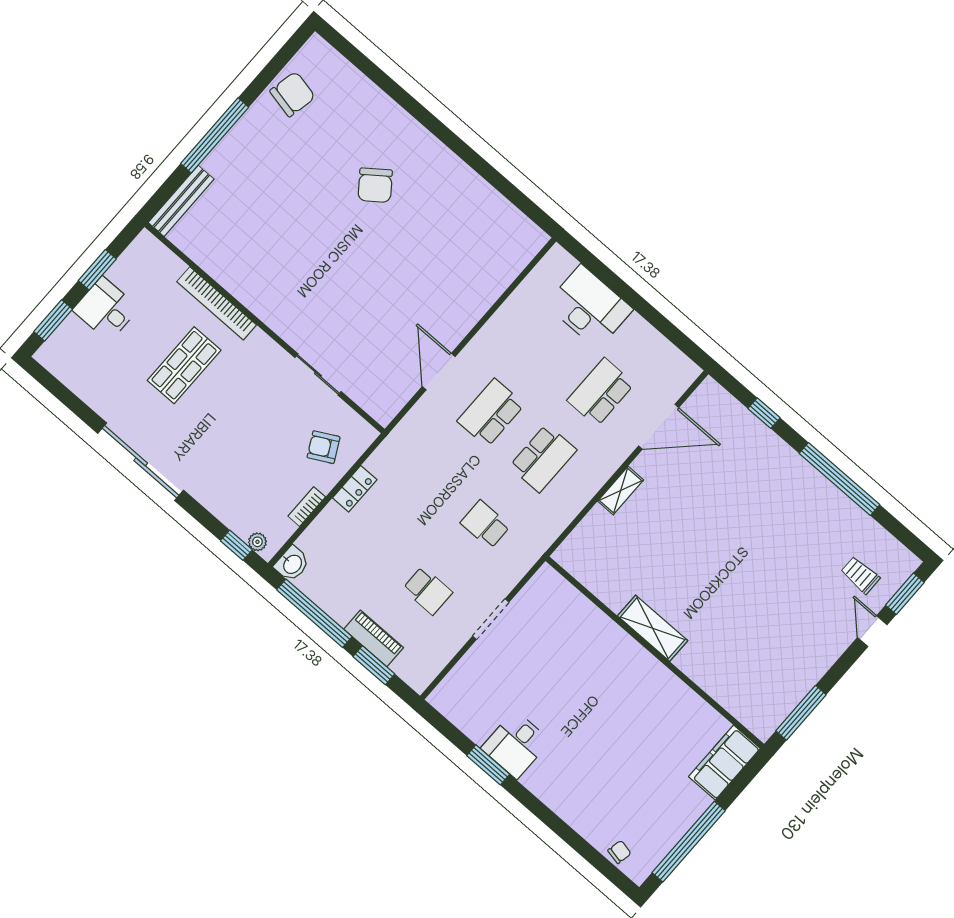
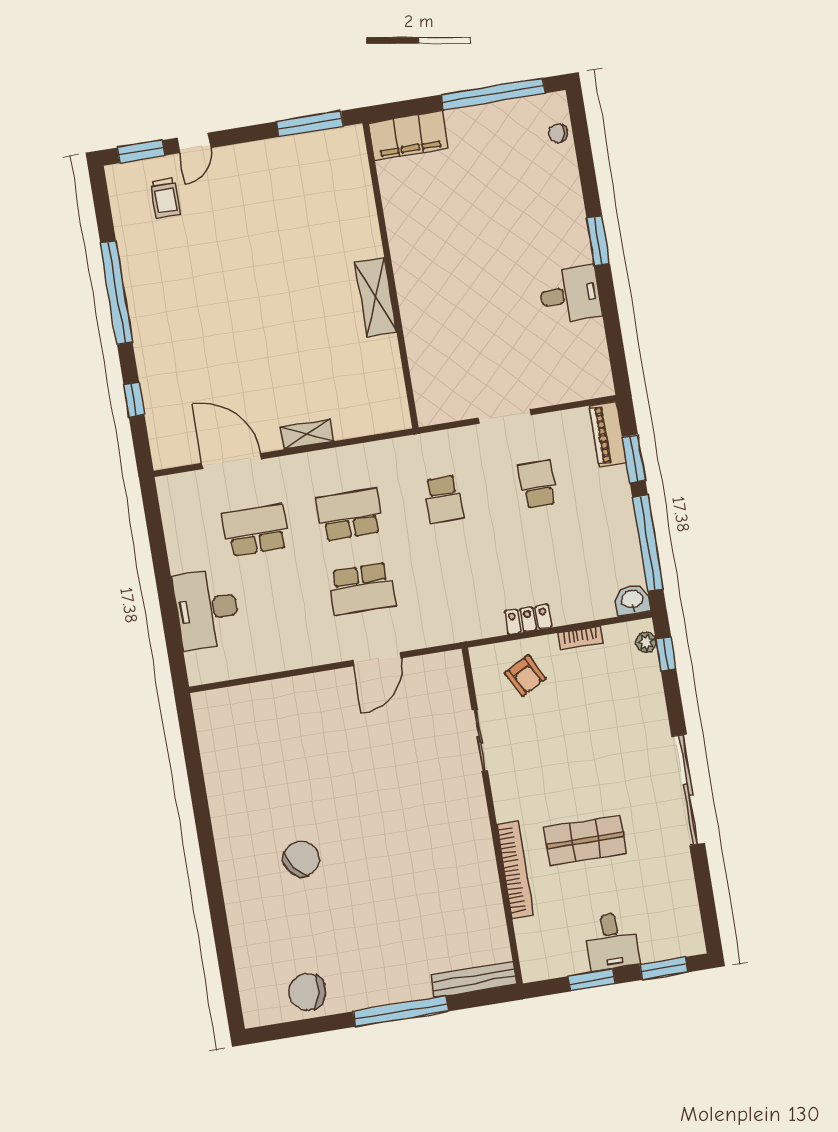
school desk: (601, 392) -> (256, 530), turned 180
piano: (374, 638) -> (608, 434), moved
window: (488, 765) -> (598, 241), moved

